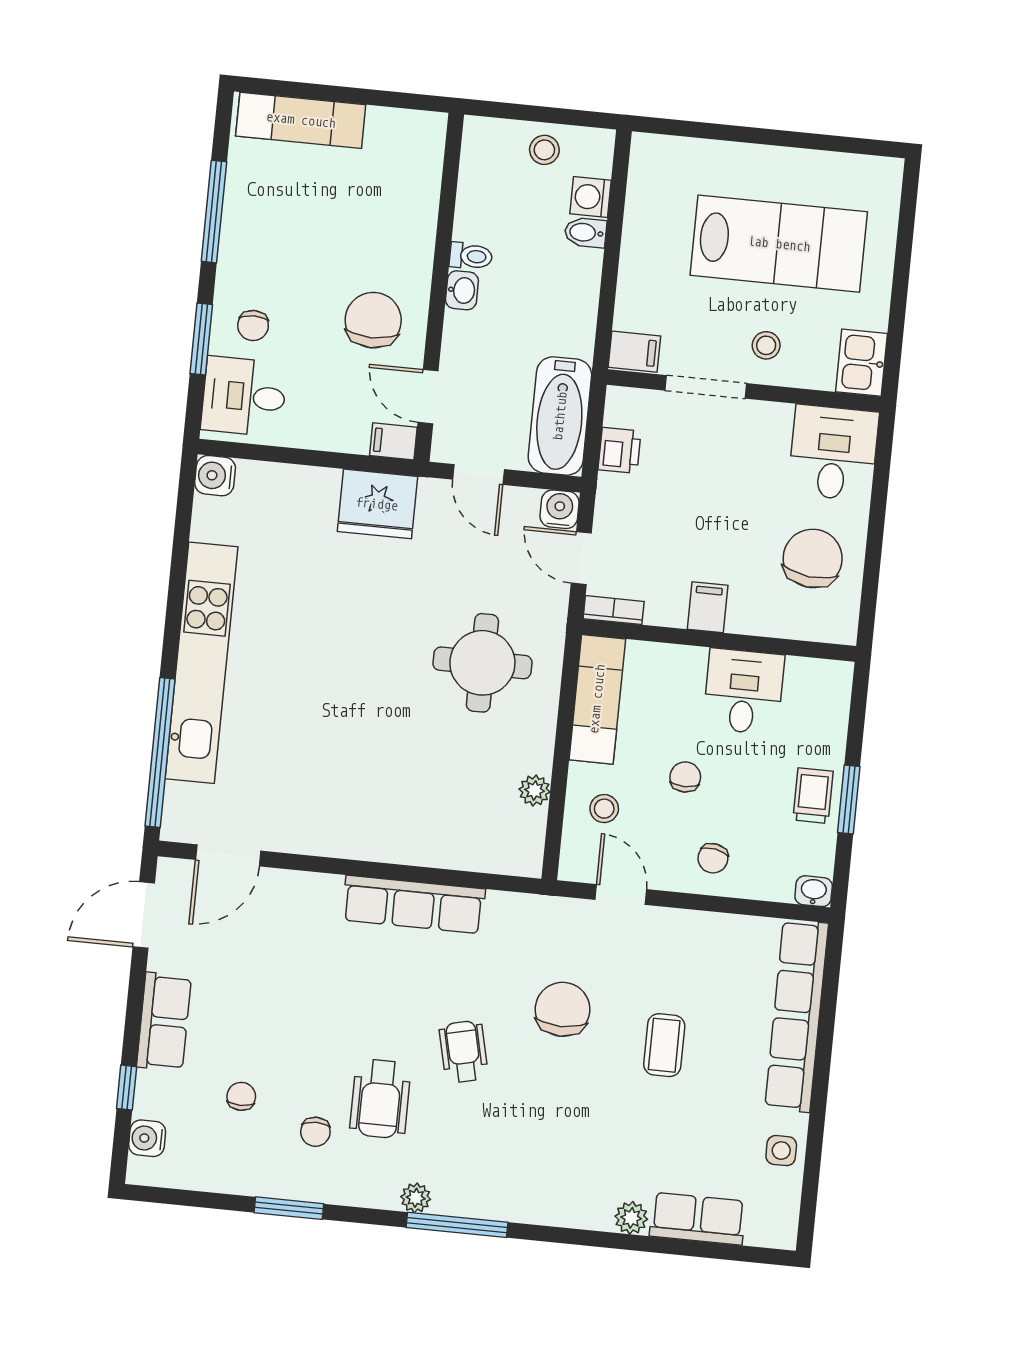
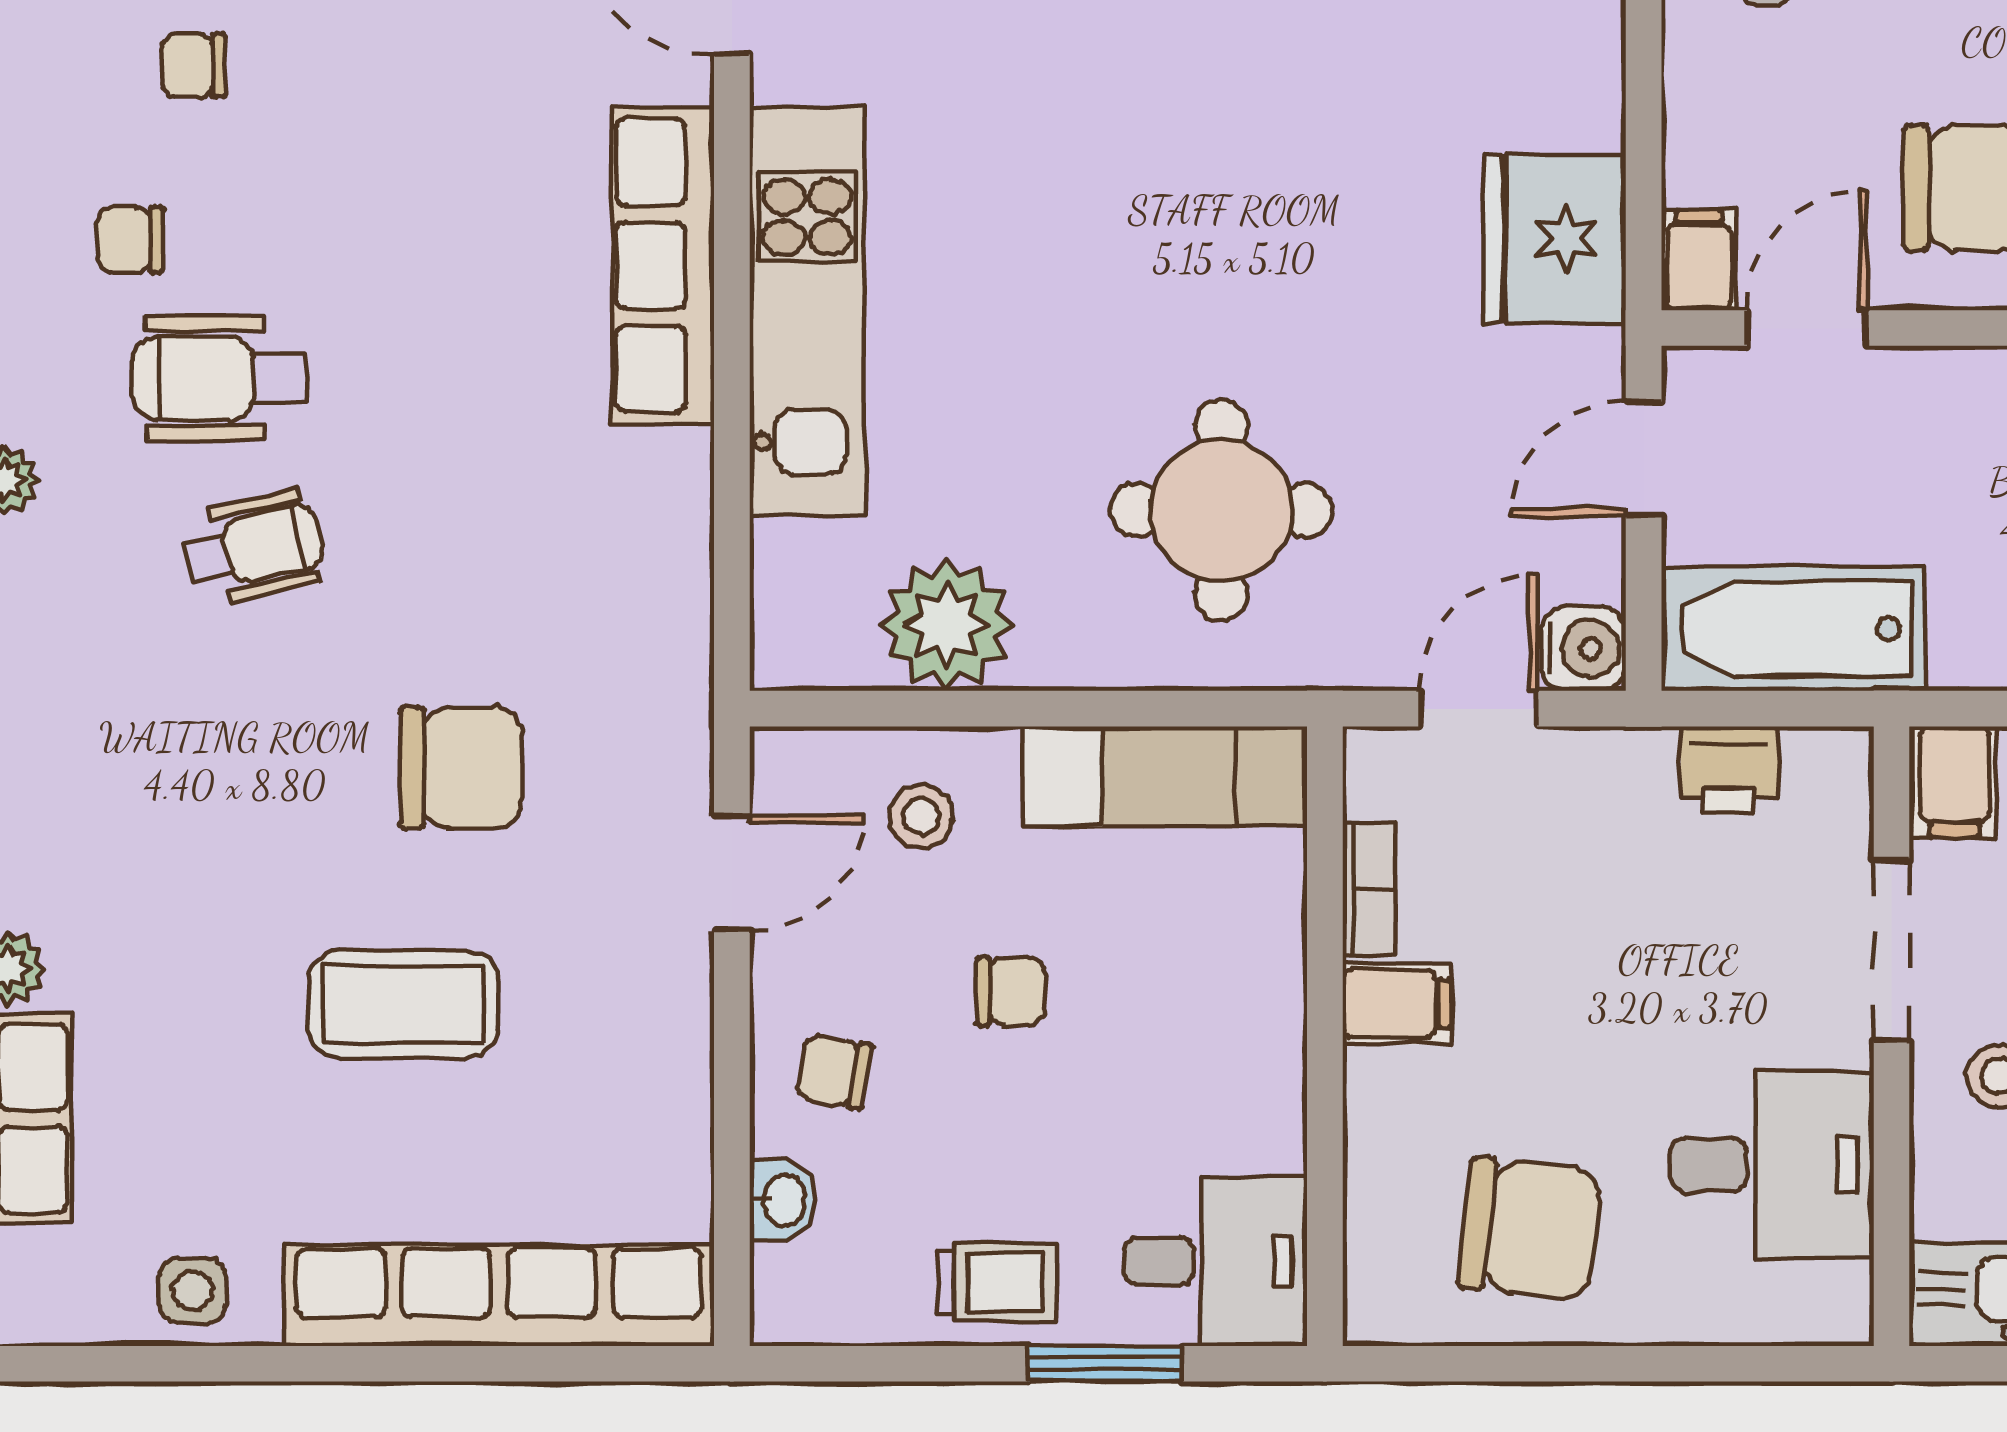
desk: (833, 453) -> (1772, 1165), moved
bookcase: (614, 610) -> (1369, 889), moved
desk: (744, 691) -> (1216, 1261), moved
plant: (535, 790) -> (946, 625), width x1.88, depth x1.88
window: (849, 800) -> (1105, 1364), moved
kitchen unit: (377, 837) -> (807, 311), added
washbasin: (814, 891) -> (783, 1200), moved
row of seats: (414, 904) -> (663, 265), moved
coffee table: (664, 1045) -> (403, 1004), width x1.36, depth x1.30
wheelchair: (464, 1052) -> (254, 548), moved
chair: (241, 1096) -> (193, 65), turned 180

